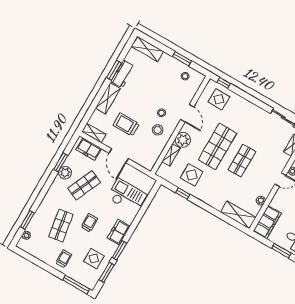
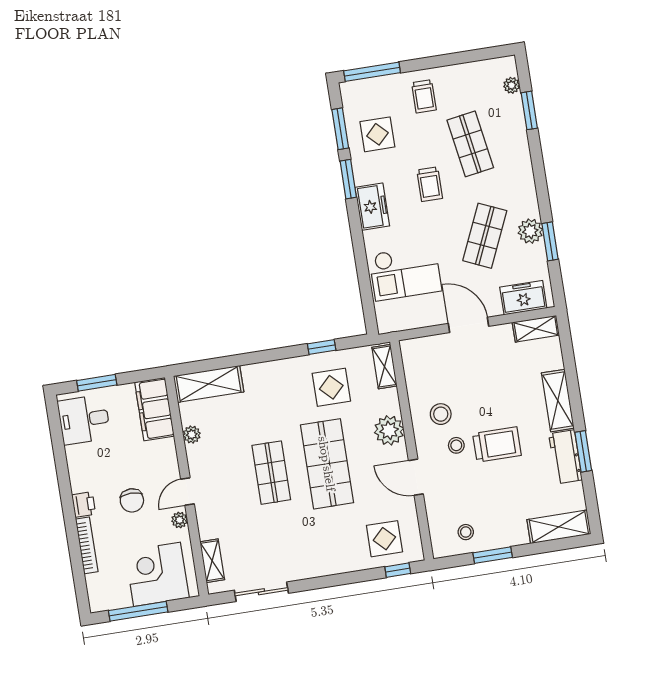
trolley: (126, 125) -> (497, 444), moved
shelving: (171, 155) -> (385, 367), moved

